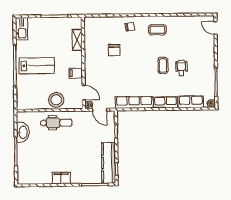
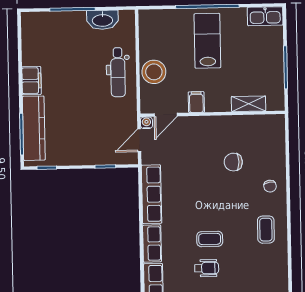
lab bench: (37, 66) -> (207, 41), turned 180
kitchen counter: (109, 163) -> (34, 128), moved, turned 90

